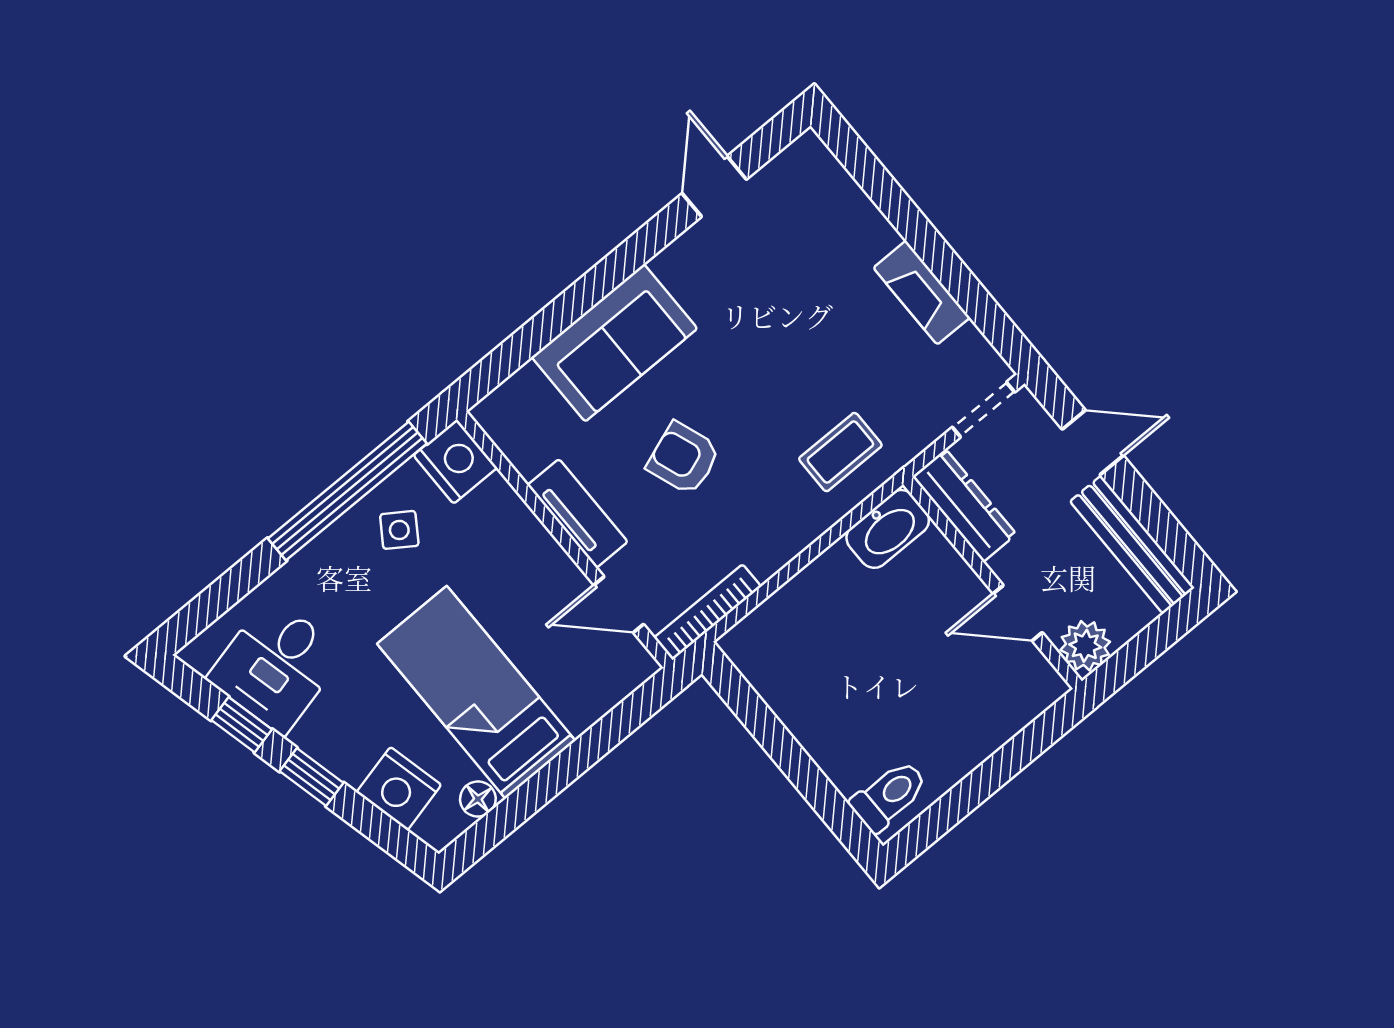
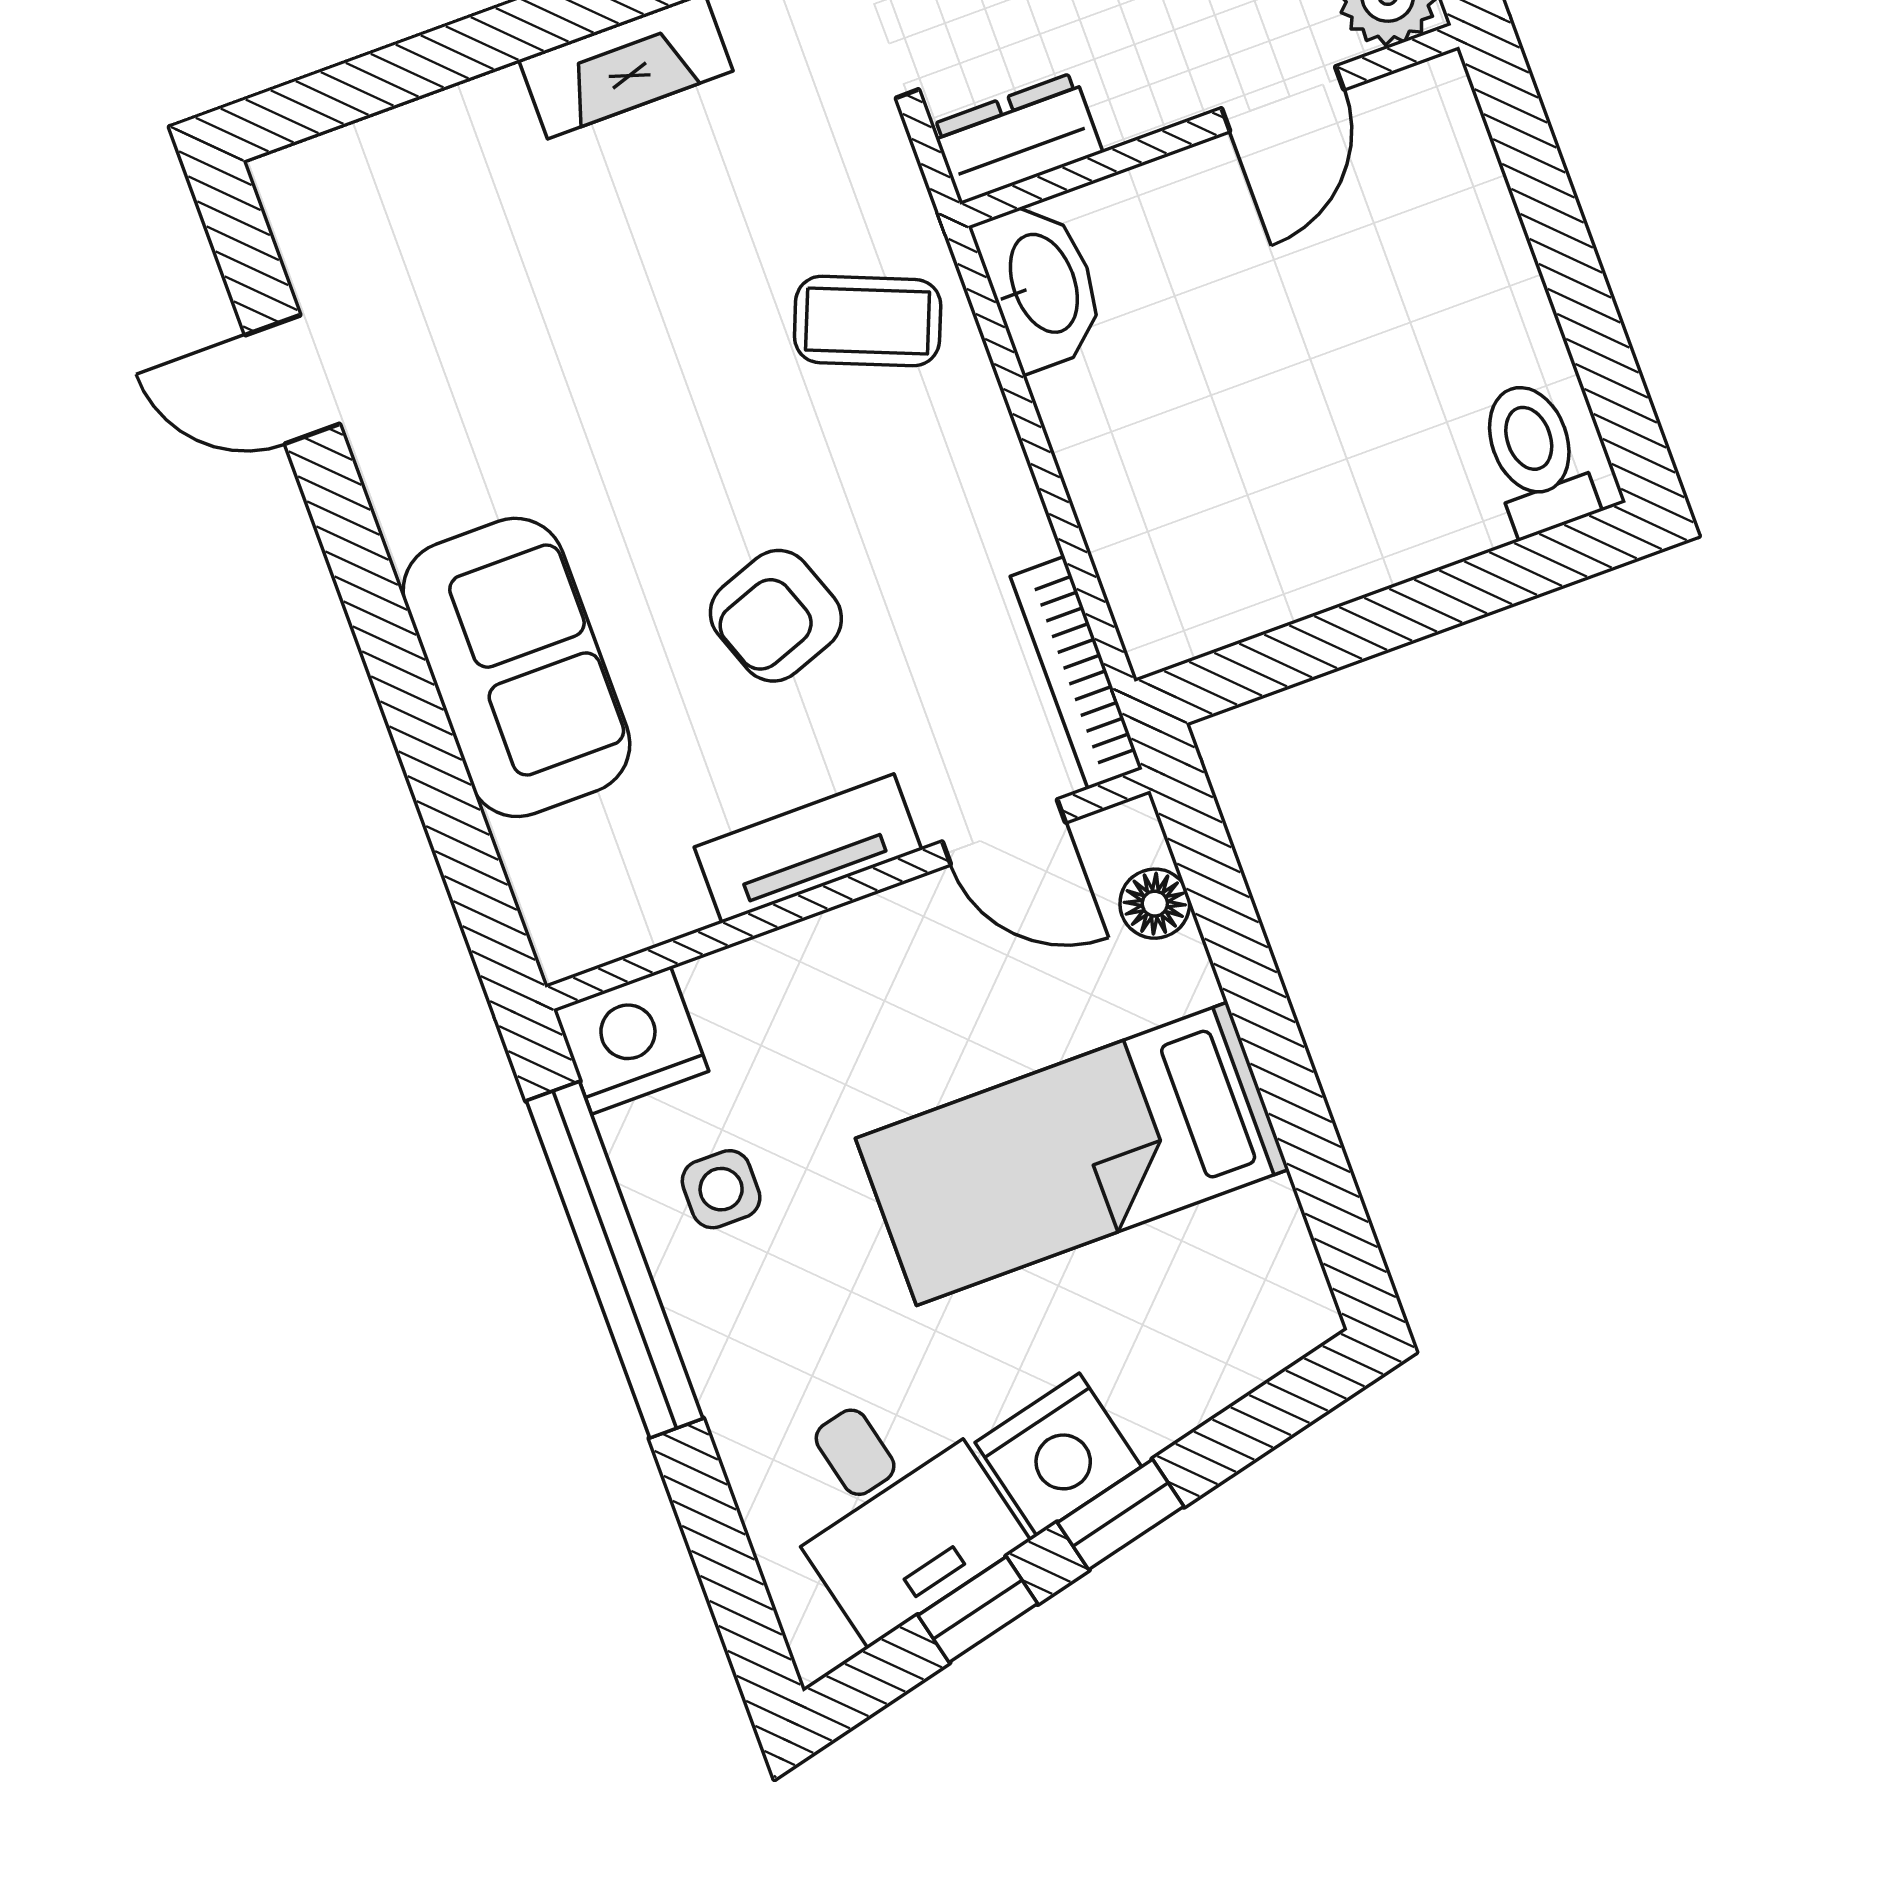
coffee table: (840, 452) -> (868, 321), turned -68
dresser: (964, 505) -> (1017, 138), width x0.70
side table: (399, 530) -> (721, 1189), turned -34
door: (619, 605) -> (1004, 832), hinge flipped
nightstand: (399, 789) -> (1058, 1454), moved
floor lamp: (478, 799) -> (1155, 904), moved

